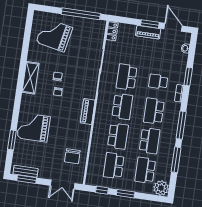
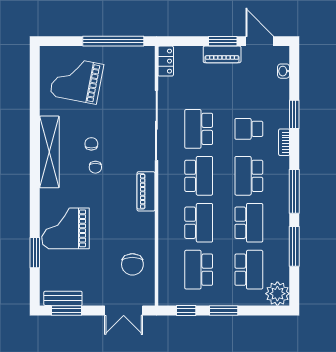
shelving: (30, 78) -> (49, 152), width x1.47
school desk: (145, 170) -> (249, 270), turned 180

